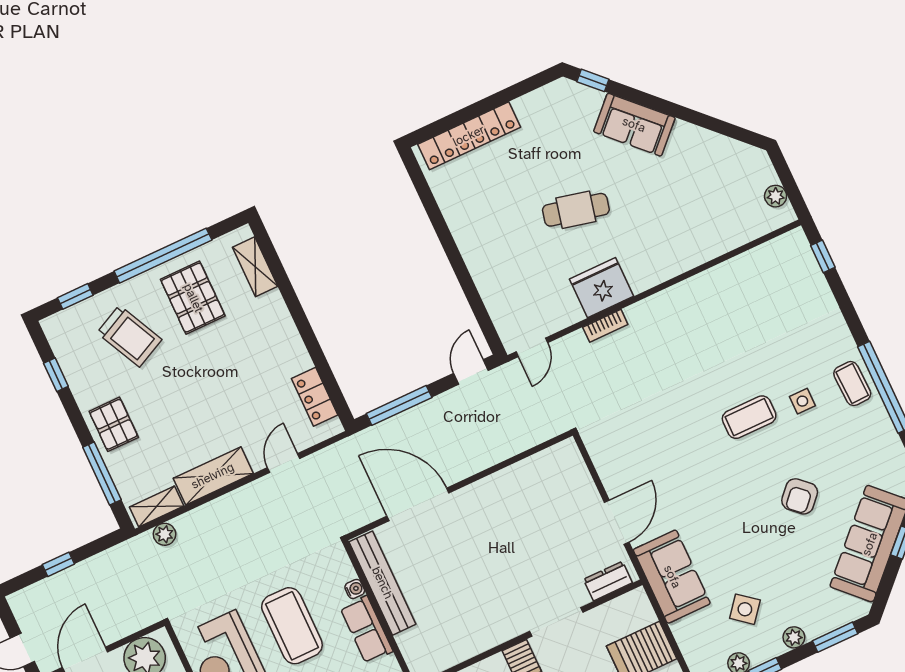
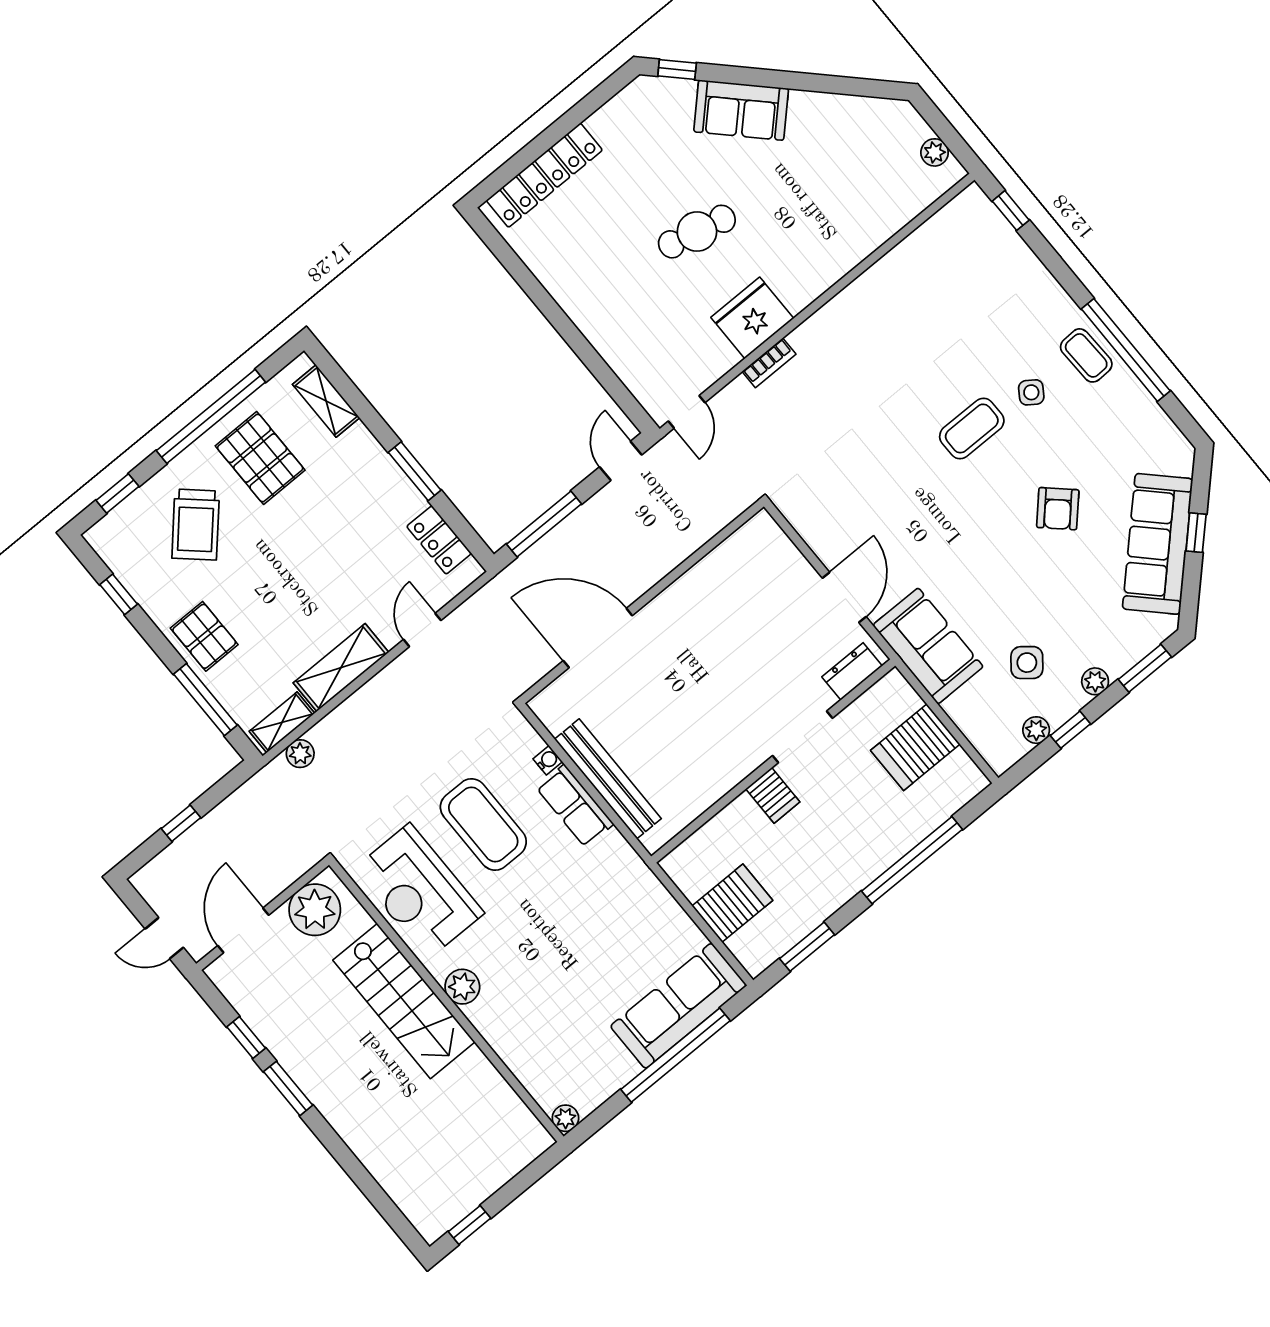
trolley: (129, 336) -> (196, 525), turned 68
window: (310, 339) -> (415, 471), added
side table: (802, 401) -> (1031, 392), turned 34
bench: (382, 583) -> (608, 779), moved

